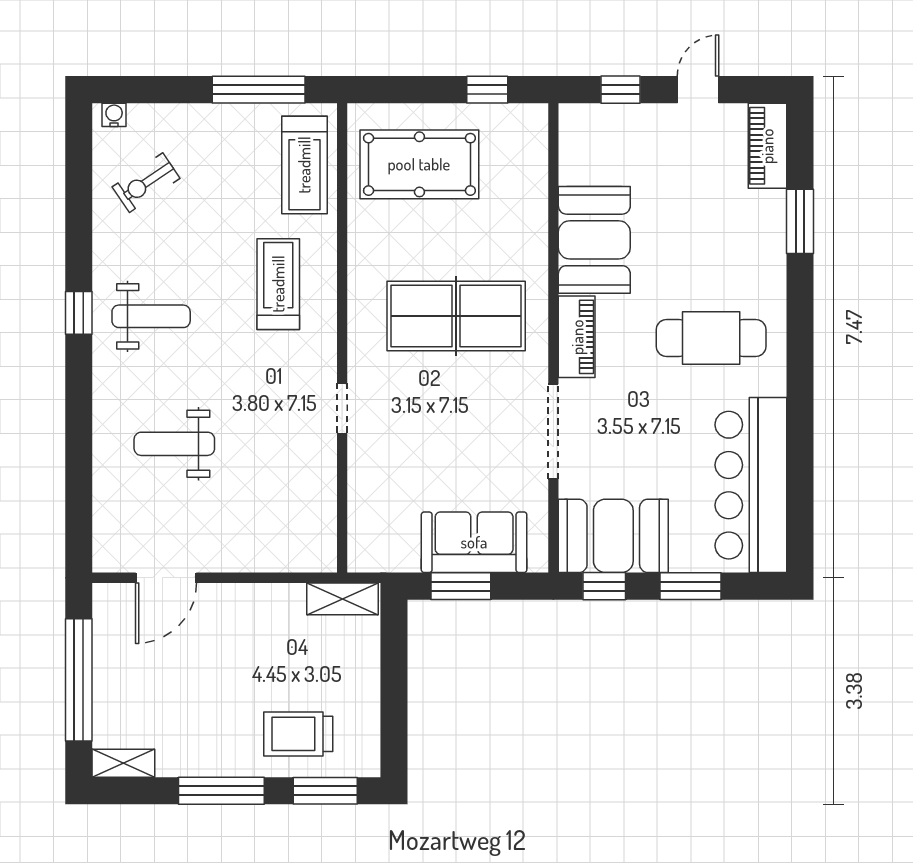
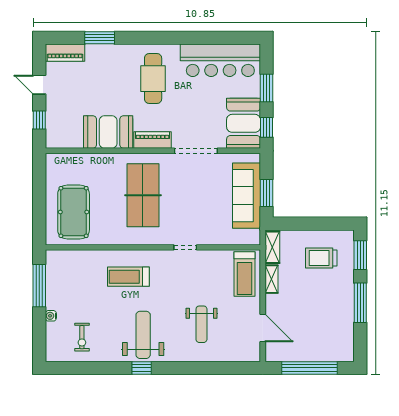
window: (487, 90) -> (39, 181), removed
water cooler: (114, 115) -> (51, 316), moved
treadmill: (304, 165) -> (245, 274), moved, turned 90
exercise bike: (146, 183) -> (82, 337), turned 34
weight bench: (151, 316) -> (143, 335), width x1.36, depth x1.33
sofa: (474, 542) -> (247, 196), width x1.36
trolley: (298, 734) -> (321, 258), moved, turned 90
shelving: (123, 763) -> (271, 279), moved

